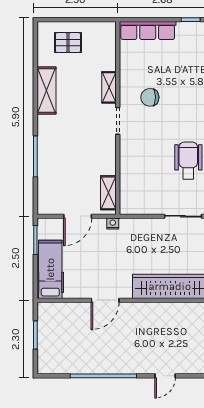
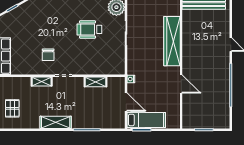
shelving: (47, 91) -> (56, 122), moved
shelving: (108, 193) -> (95, 82), moved
hospital bed: (50, 269) -> (146, 120), moved, turned 180

